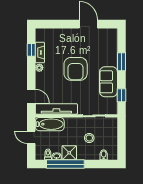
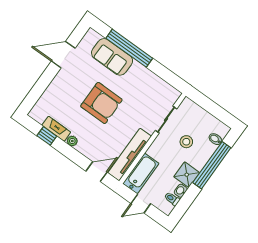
window: (121, 62) -> (129, 48), width x2.11
sofa: (109, 82) -> (112, 57), moved
window: (121, 95) -> (165, 74), removed
window: (65, 164) -> (212, 165), moved

